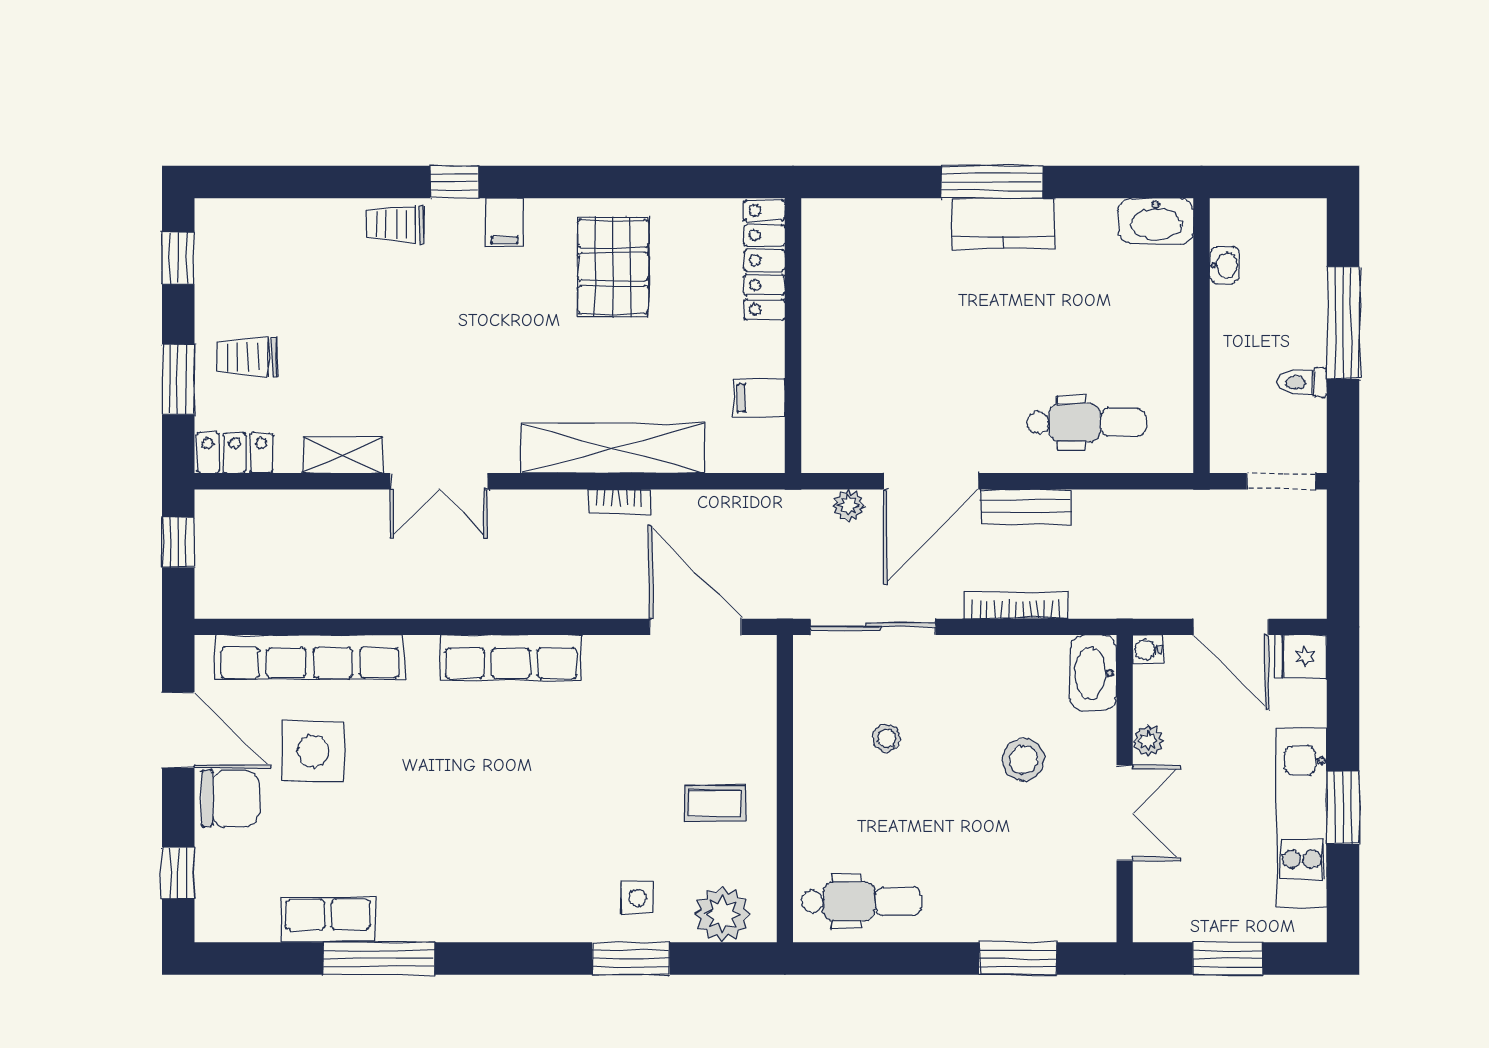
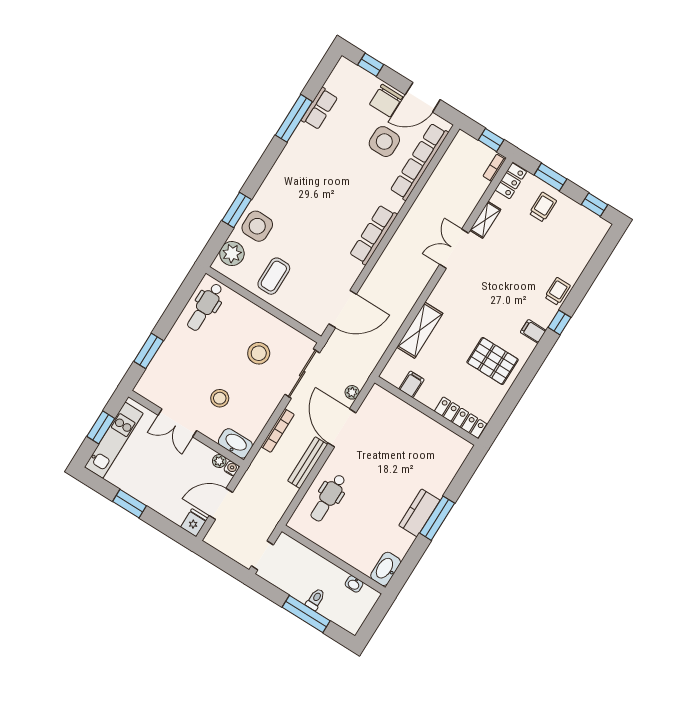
toilet: (1303, 382) -> (315, 599), moved
shelving: (613, 448) -> (420, 330), width x0.68
bookcase: (619, 502) -> (494, 168), moved
bench: (1026, 507) -> (308, 463), width x1.36
stool: (886, 738) -> (259, 353), width x1.89, depth x1.89
plant: (1148, 741) -> (219, 461), moved
coffee table: (715, 804) -> (274, 276), width x1.36, depth x1.30
kitchen unit: (1302, 818) -> (114, 440), moved, turned 90
side table: (637, 898) -> (257, 226), width x1.87, depth x1.87

